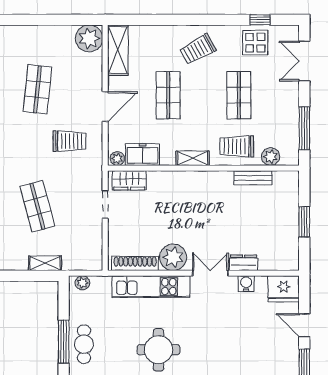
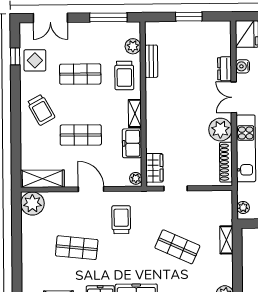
freezer: (143, 155) -> (132, 143), moved
shop shelf: (37, 206) -> (177, 247), turned 39

